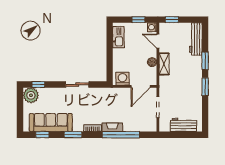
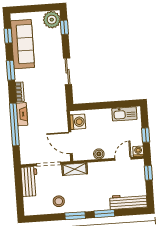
shelving: (164, 64) -> (75, 169), moved
stool: (191, 100) -> (59, 201), added
workbench: (183, 125) -> (30, 181), moved

